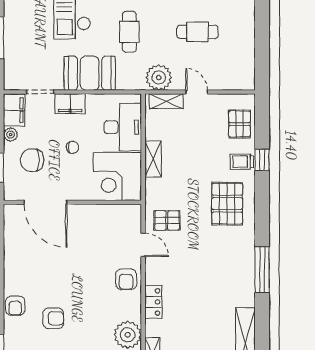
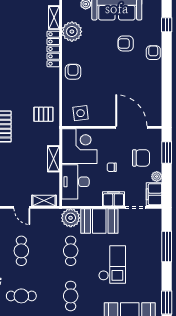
cafe table: (197, 32) -> (21, 251), turned 90
plant: (159, 77) -> (71, 218), moved
side table: (116, 222) -> (81, 113), added
door: (143, 245) -> (61, 97), removed
locker: (153, 302) -> (53, 49), width x1.53

